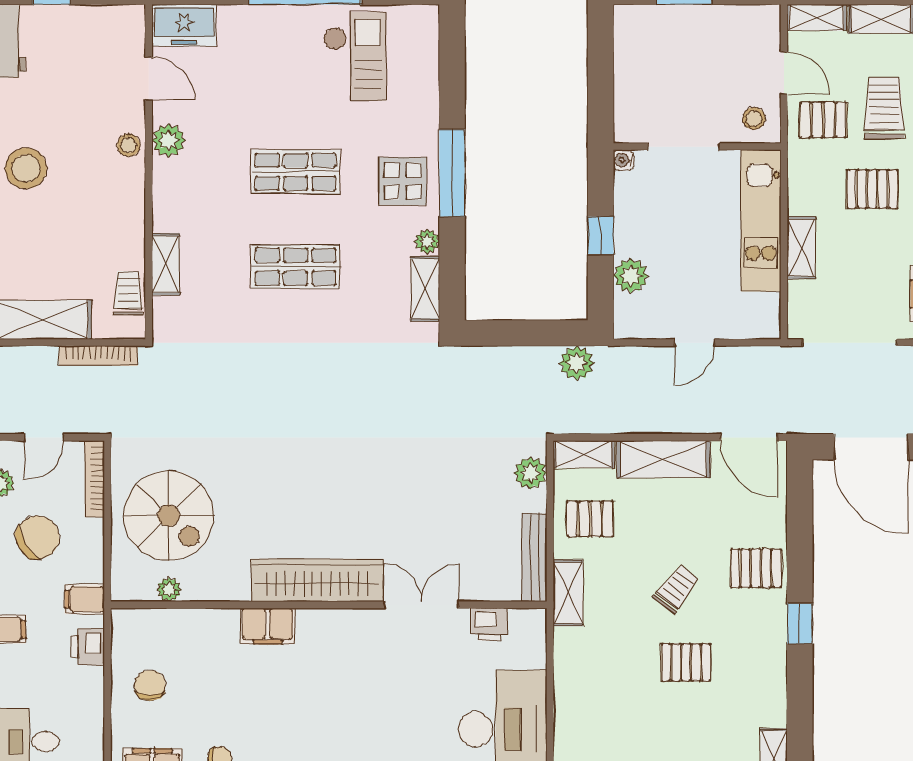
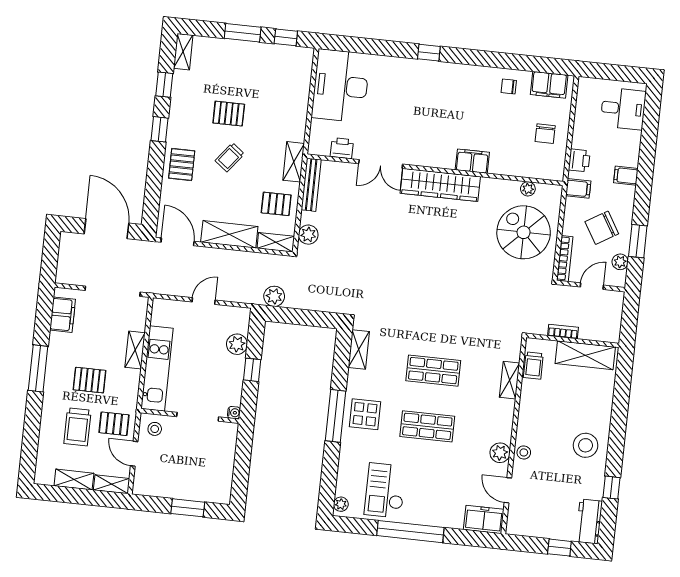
plant: (427, 241) -> (341, 504), moved
bookcase: (98, 356) -> (563, 332), width x0.64
pallet: (756, 568) -> (182, 165), turned 90
window: (800, 699) -> (164, 85), added

